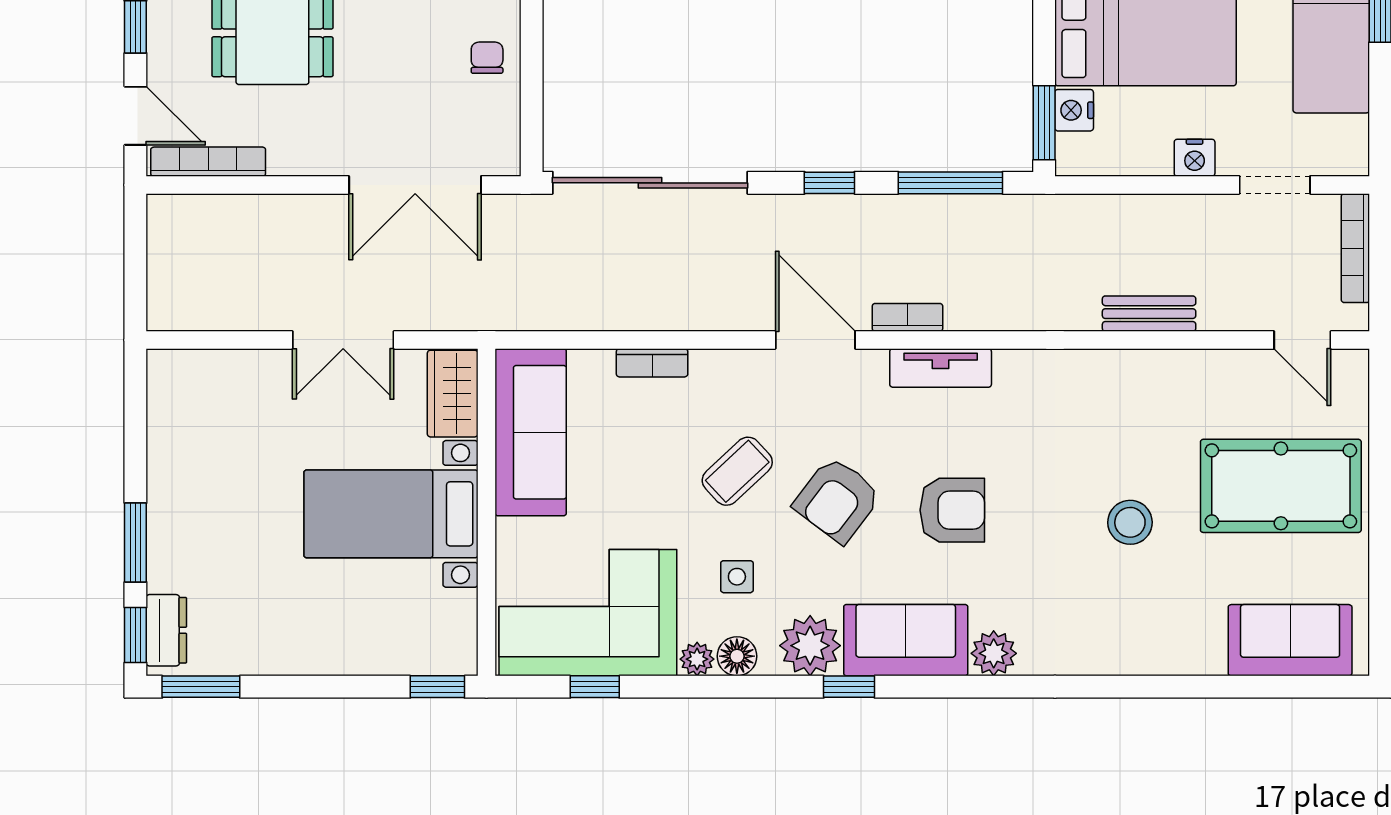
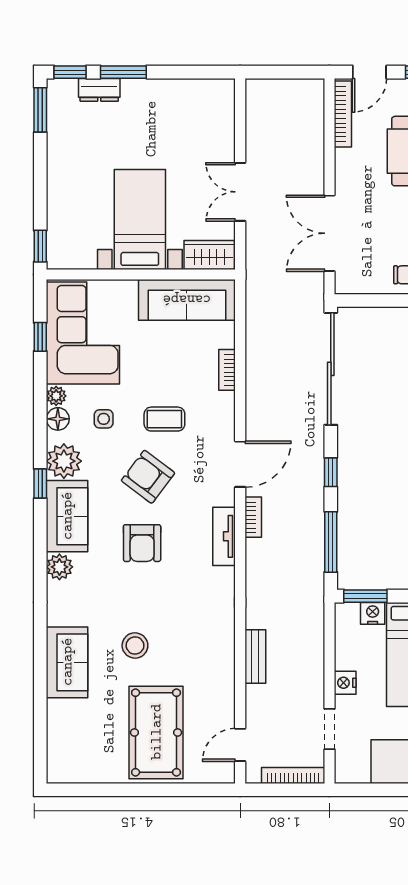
coffee table: (737, 471) -> (164, 419), turned -47
dresser: (166, 630) -> (99, 90), moved
sofa: (1290, 640) -> (67, 662), moved

